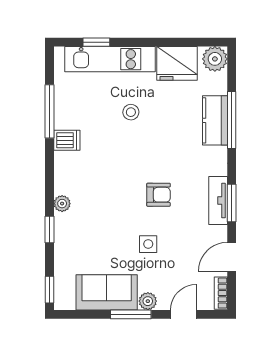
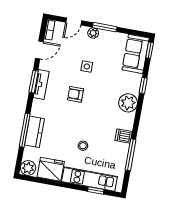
plant: (62, 204) -> (128, 103), width x1.88, depth x1.88
sofa: (107, 292) -> (136, 54), moved, turned 90

